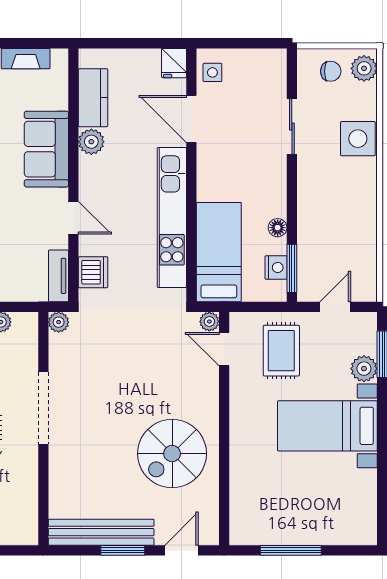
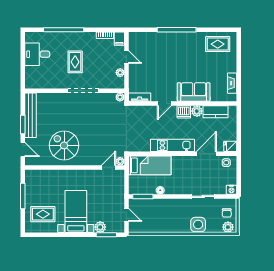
kitchen unit: (172, 217) -> (172, 145), width x0.73
nightstand: (276, 267) -> (231, 190), moved
dishwasher: (93, 272) -> (184, 112), moved
rug: (281, 351) -> (43, 214), moved

